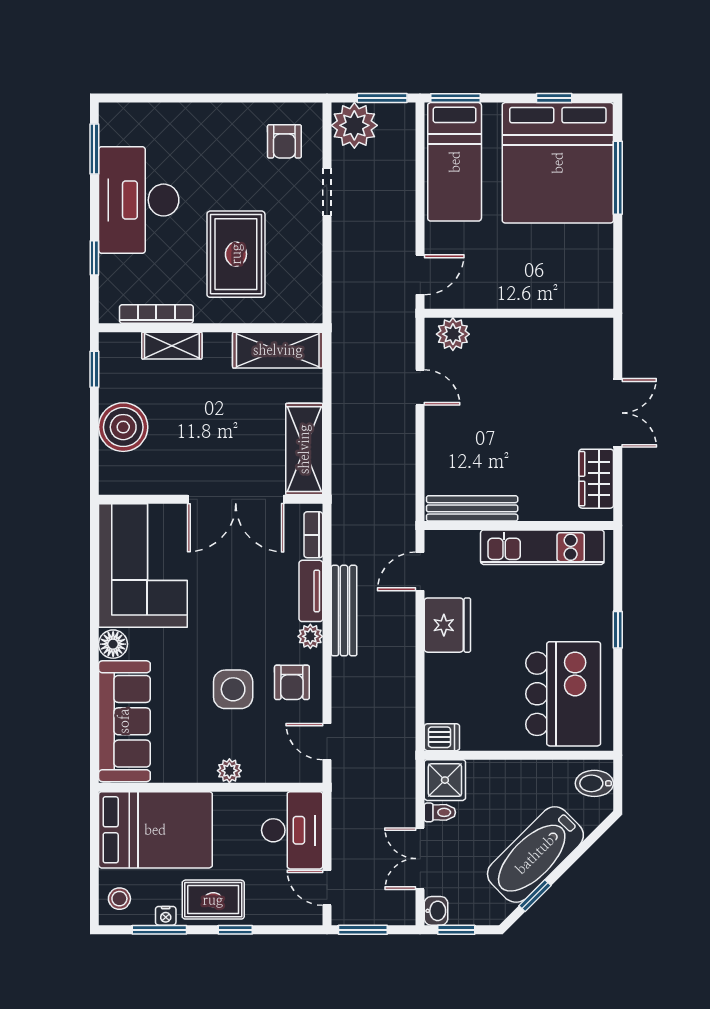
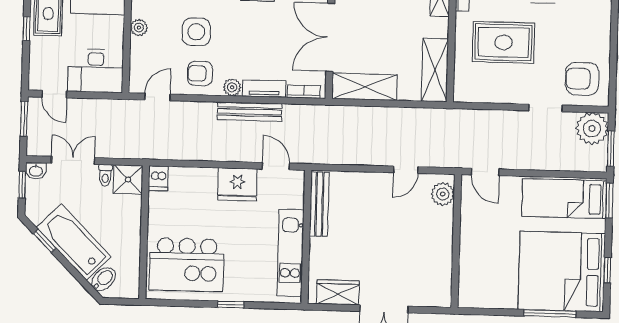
armchair: (284, 141) -> (582, 79), width x1.38, depth x1.38
bidet: (594, 783) -> (104, 279), moved, turned 45
door: (327, 888) -> (54, 94), swing flipped

